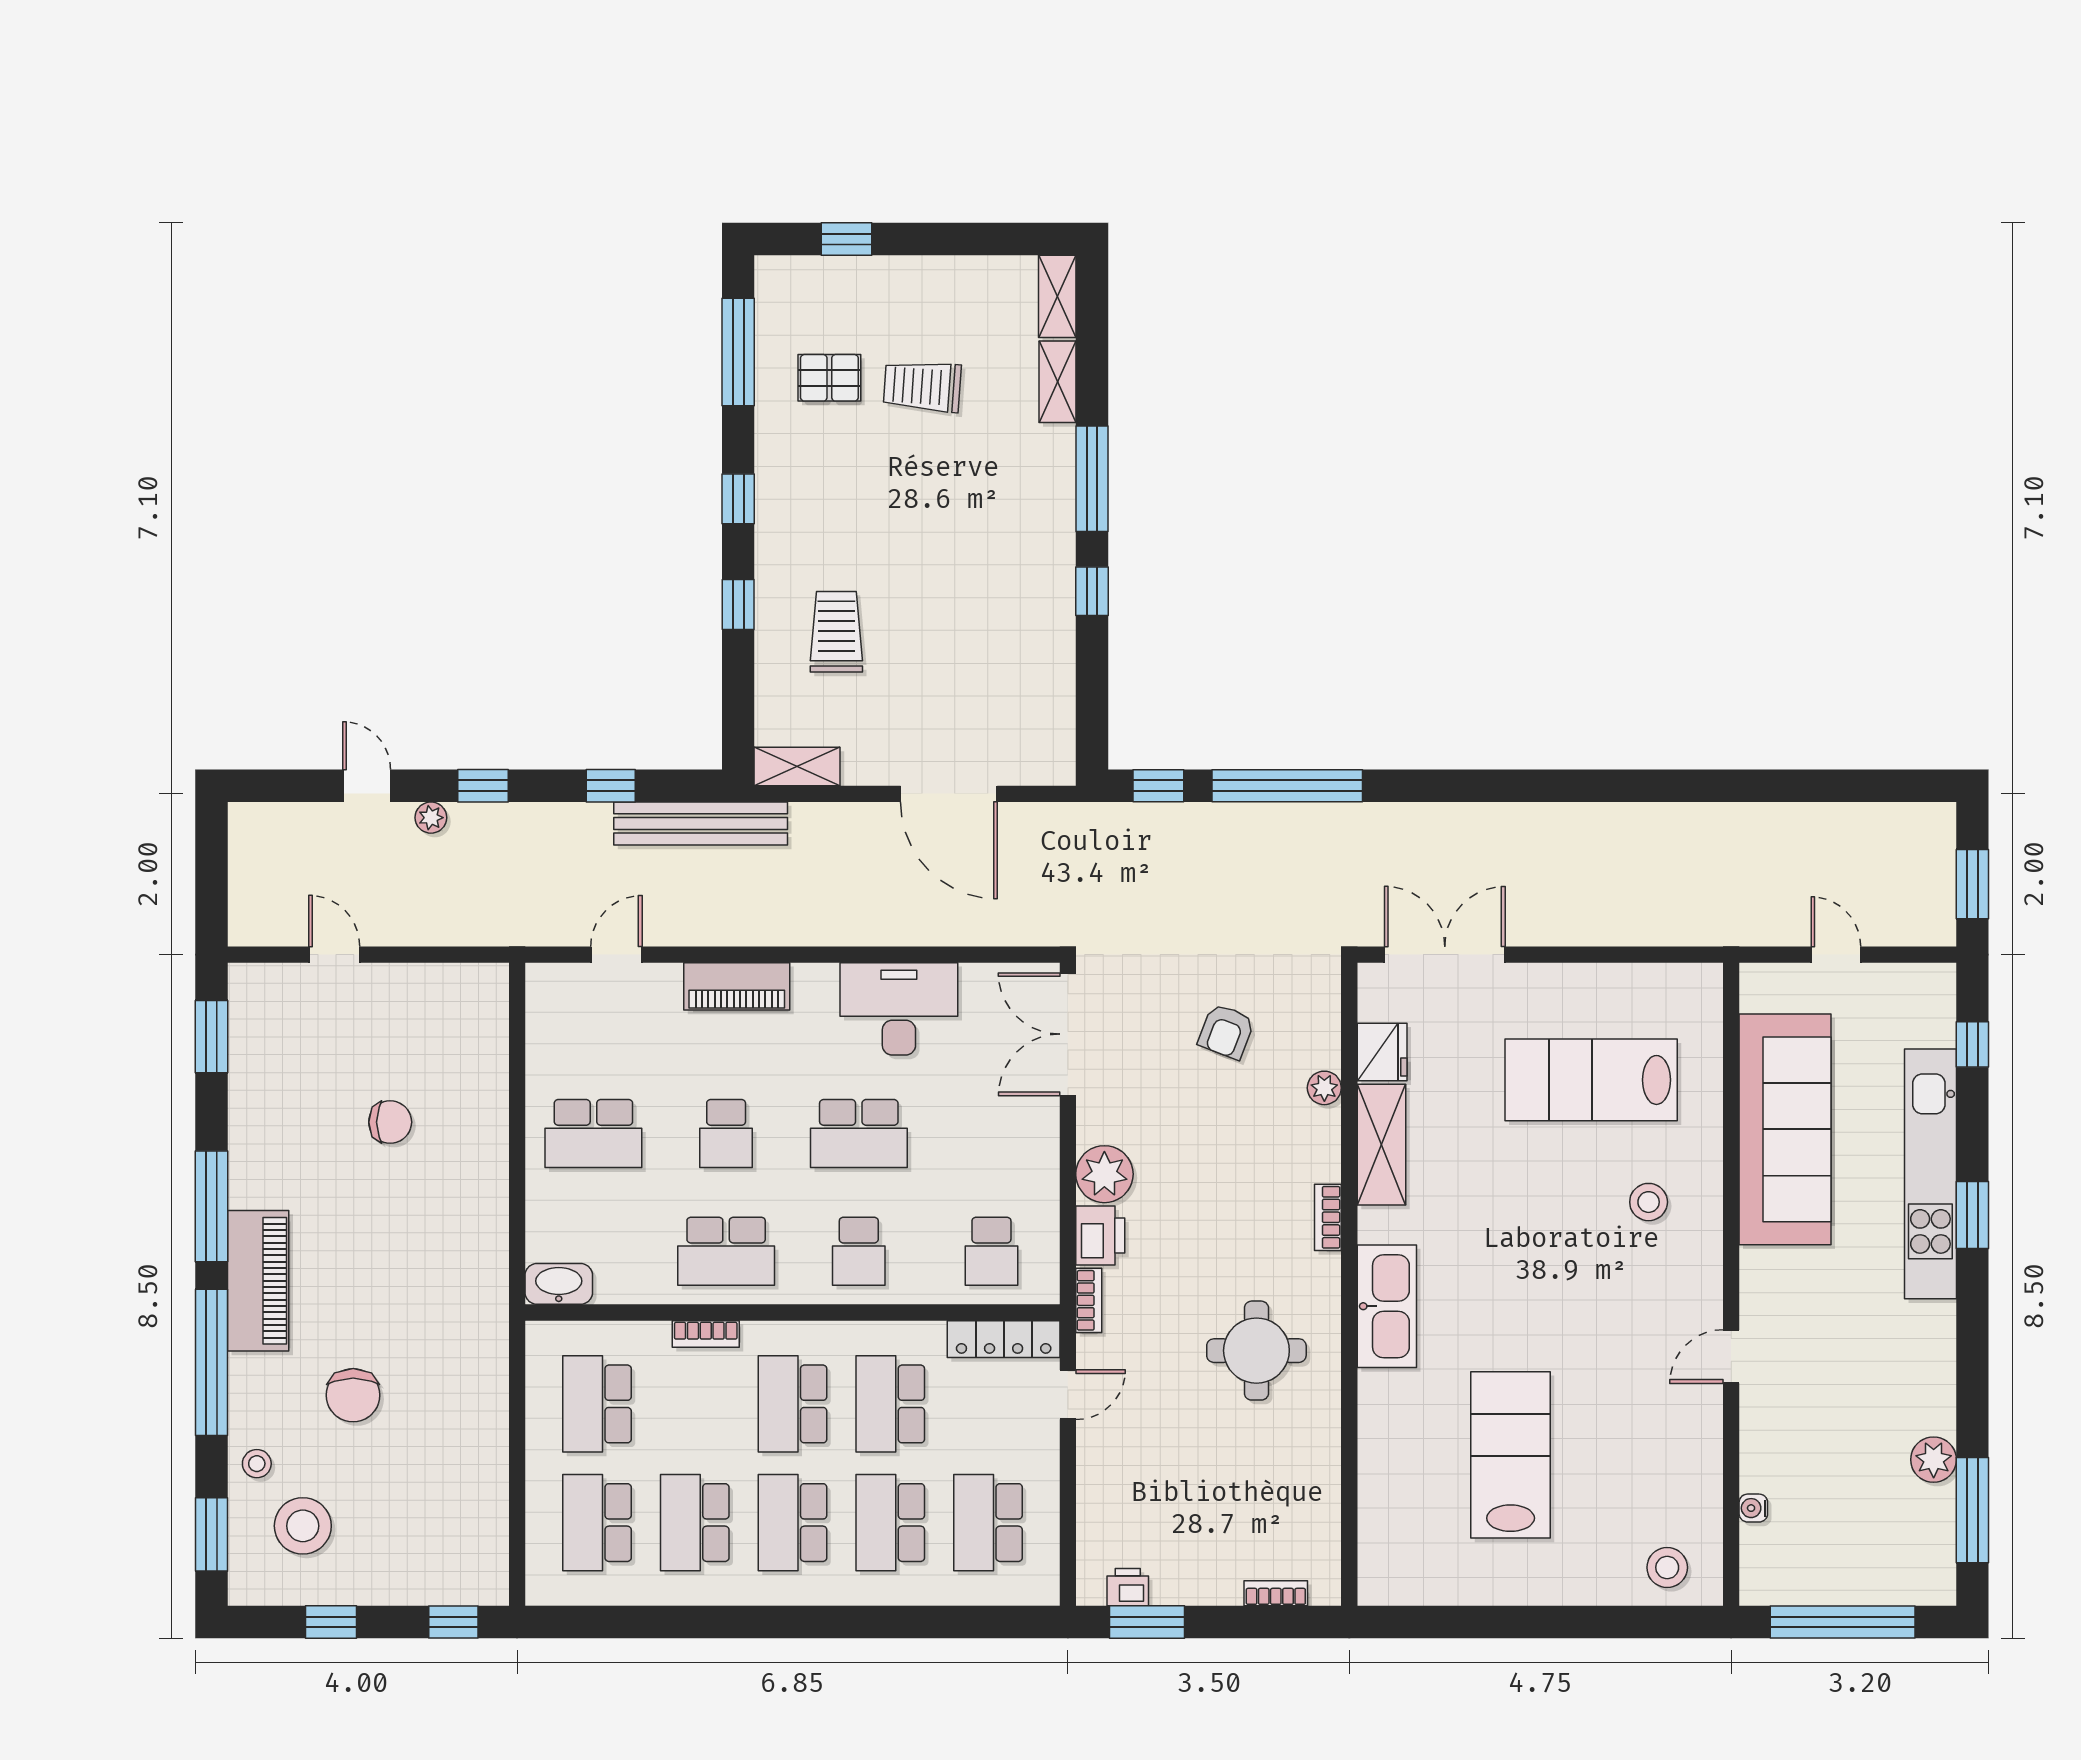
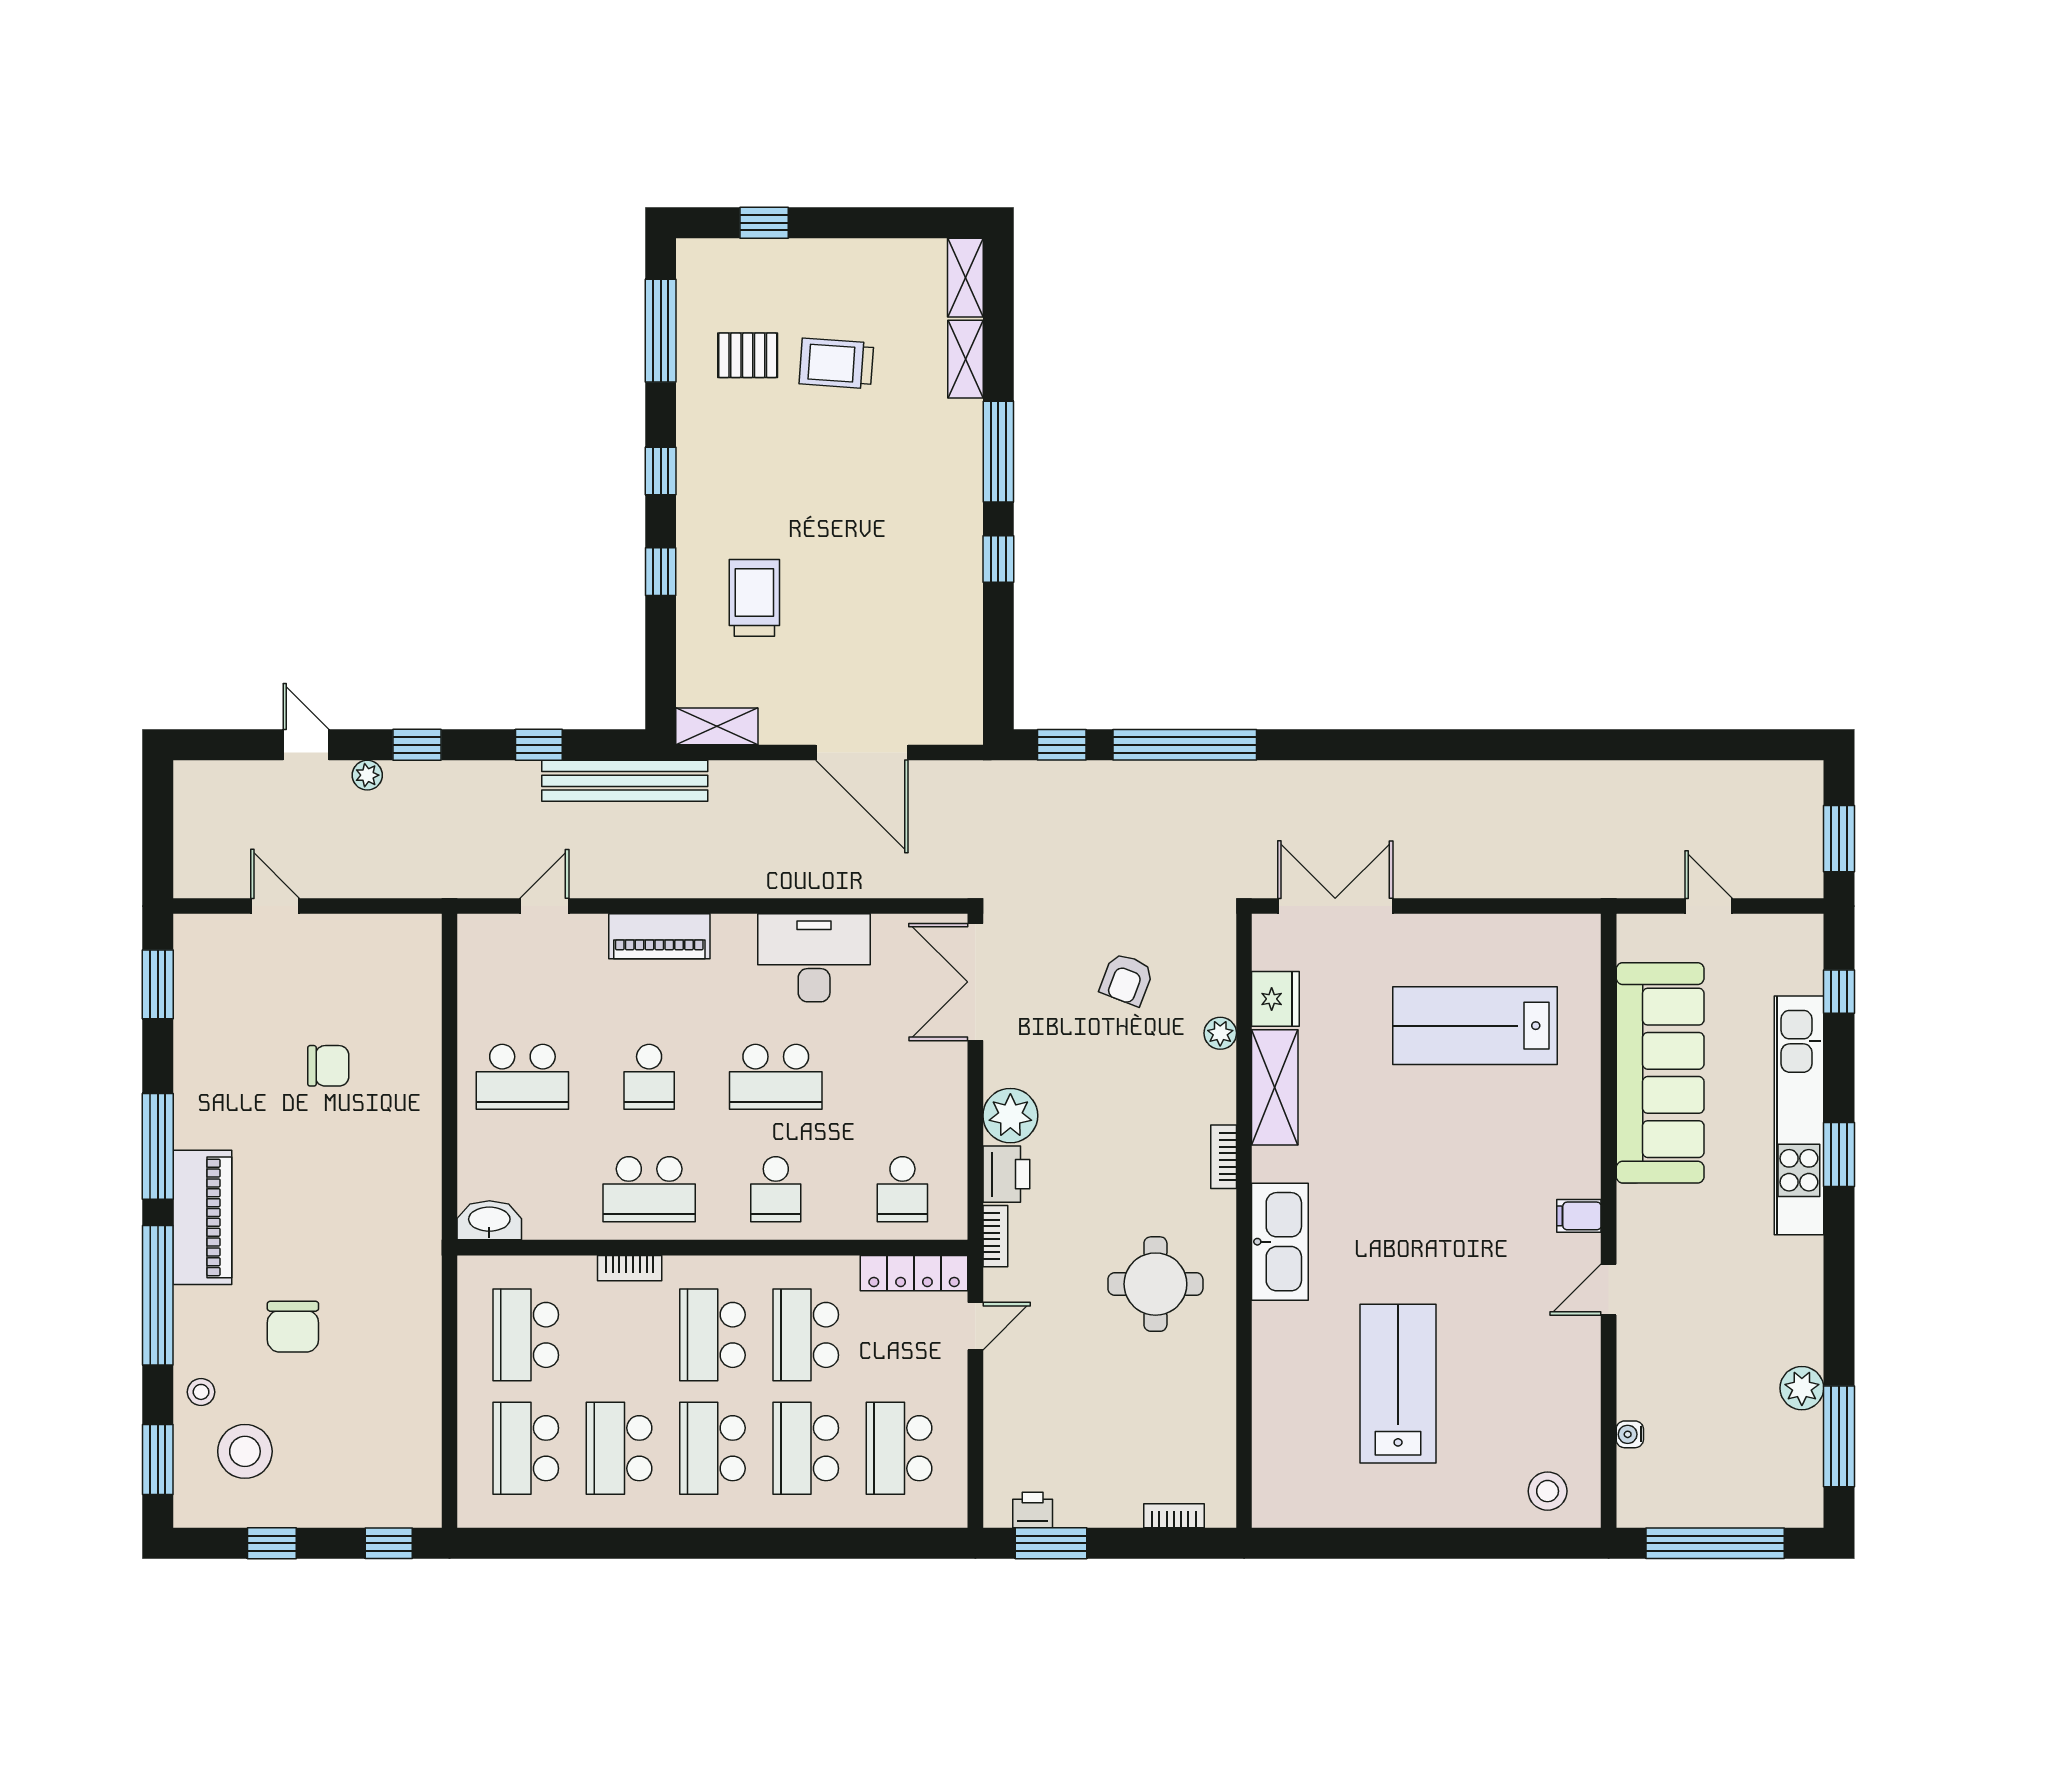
stool: (1649, 1202) -> (1530, 1142), removed
filing cabinet: (1700, 1279) -> (1579, 1216), added

